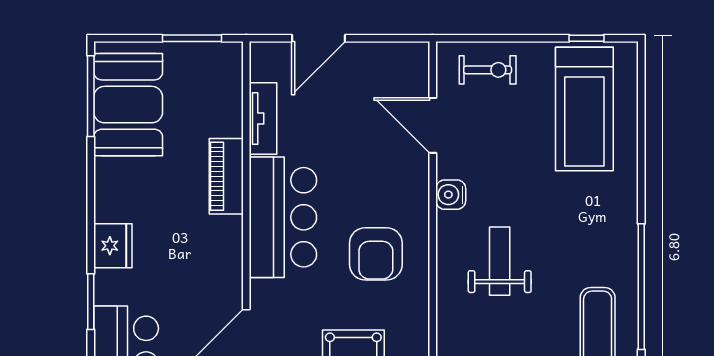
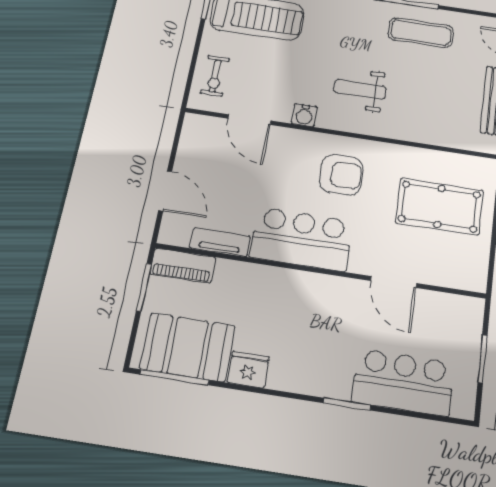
exercise bike: (488, 70) -> (215, 76), turned 180
door: (433, 125) -> (249, 120), hinge flipped
piano: (226, 176) -> (183, 266), moved
fridge: (113, 246) -> (248, 370), moved

